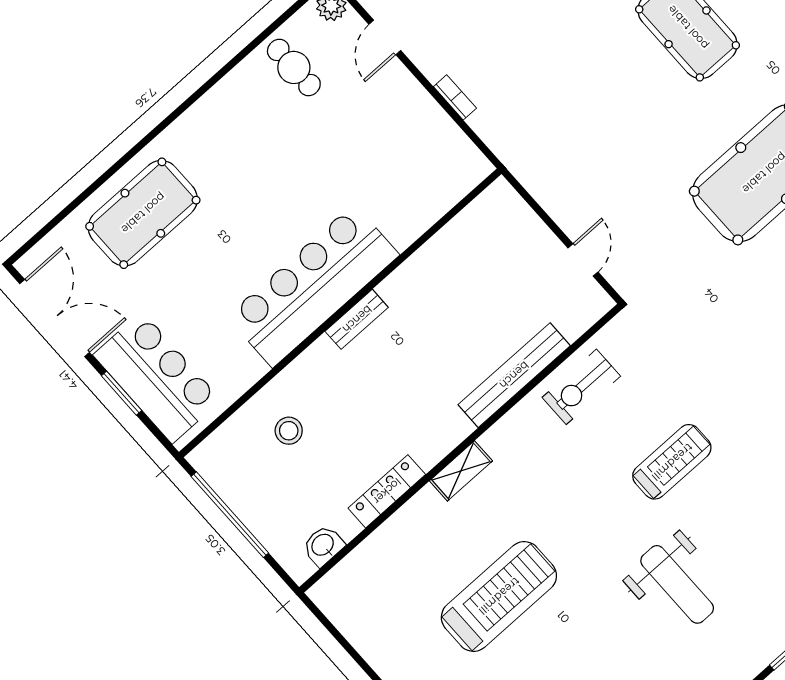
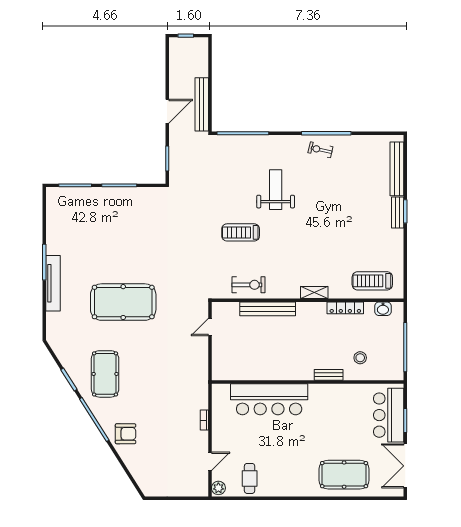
bar counter: (313, 286) -> (269, 399), moved
bench: (357, 319) -> (329, 375), moved
treadmill: (499, 596) -> (372, 281), moved, width x0.73, depth x0.73

